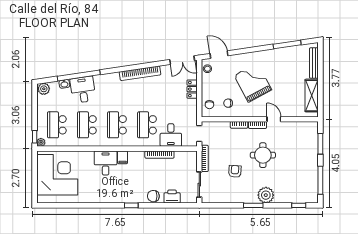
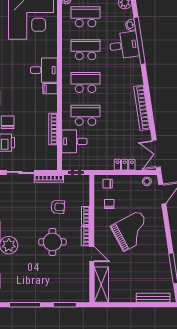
shelving: (312, 96) -> (101, 285), moved, turned 90
door: (274, 119) -> (92, 254), hinge flipped
armchair: (235, 171) -> (58, 207), moved

